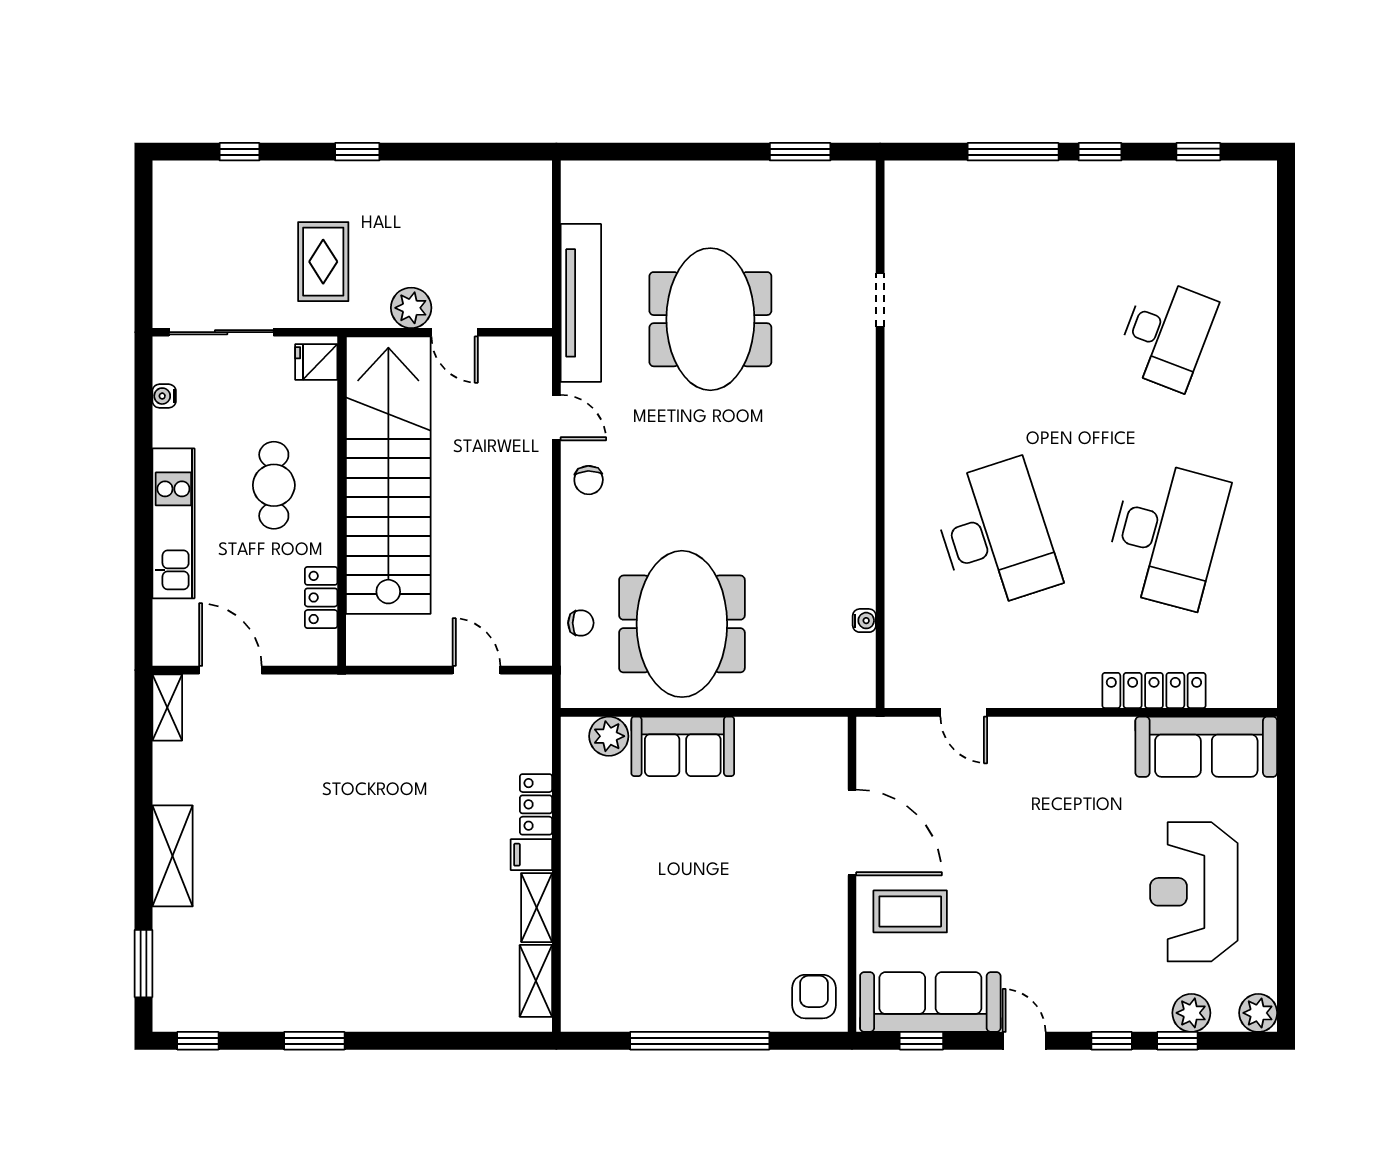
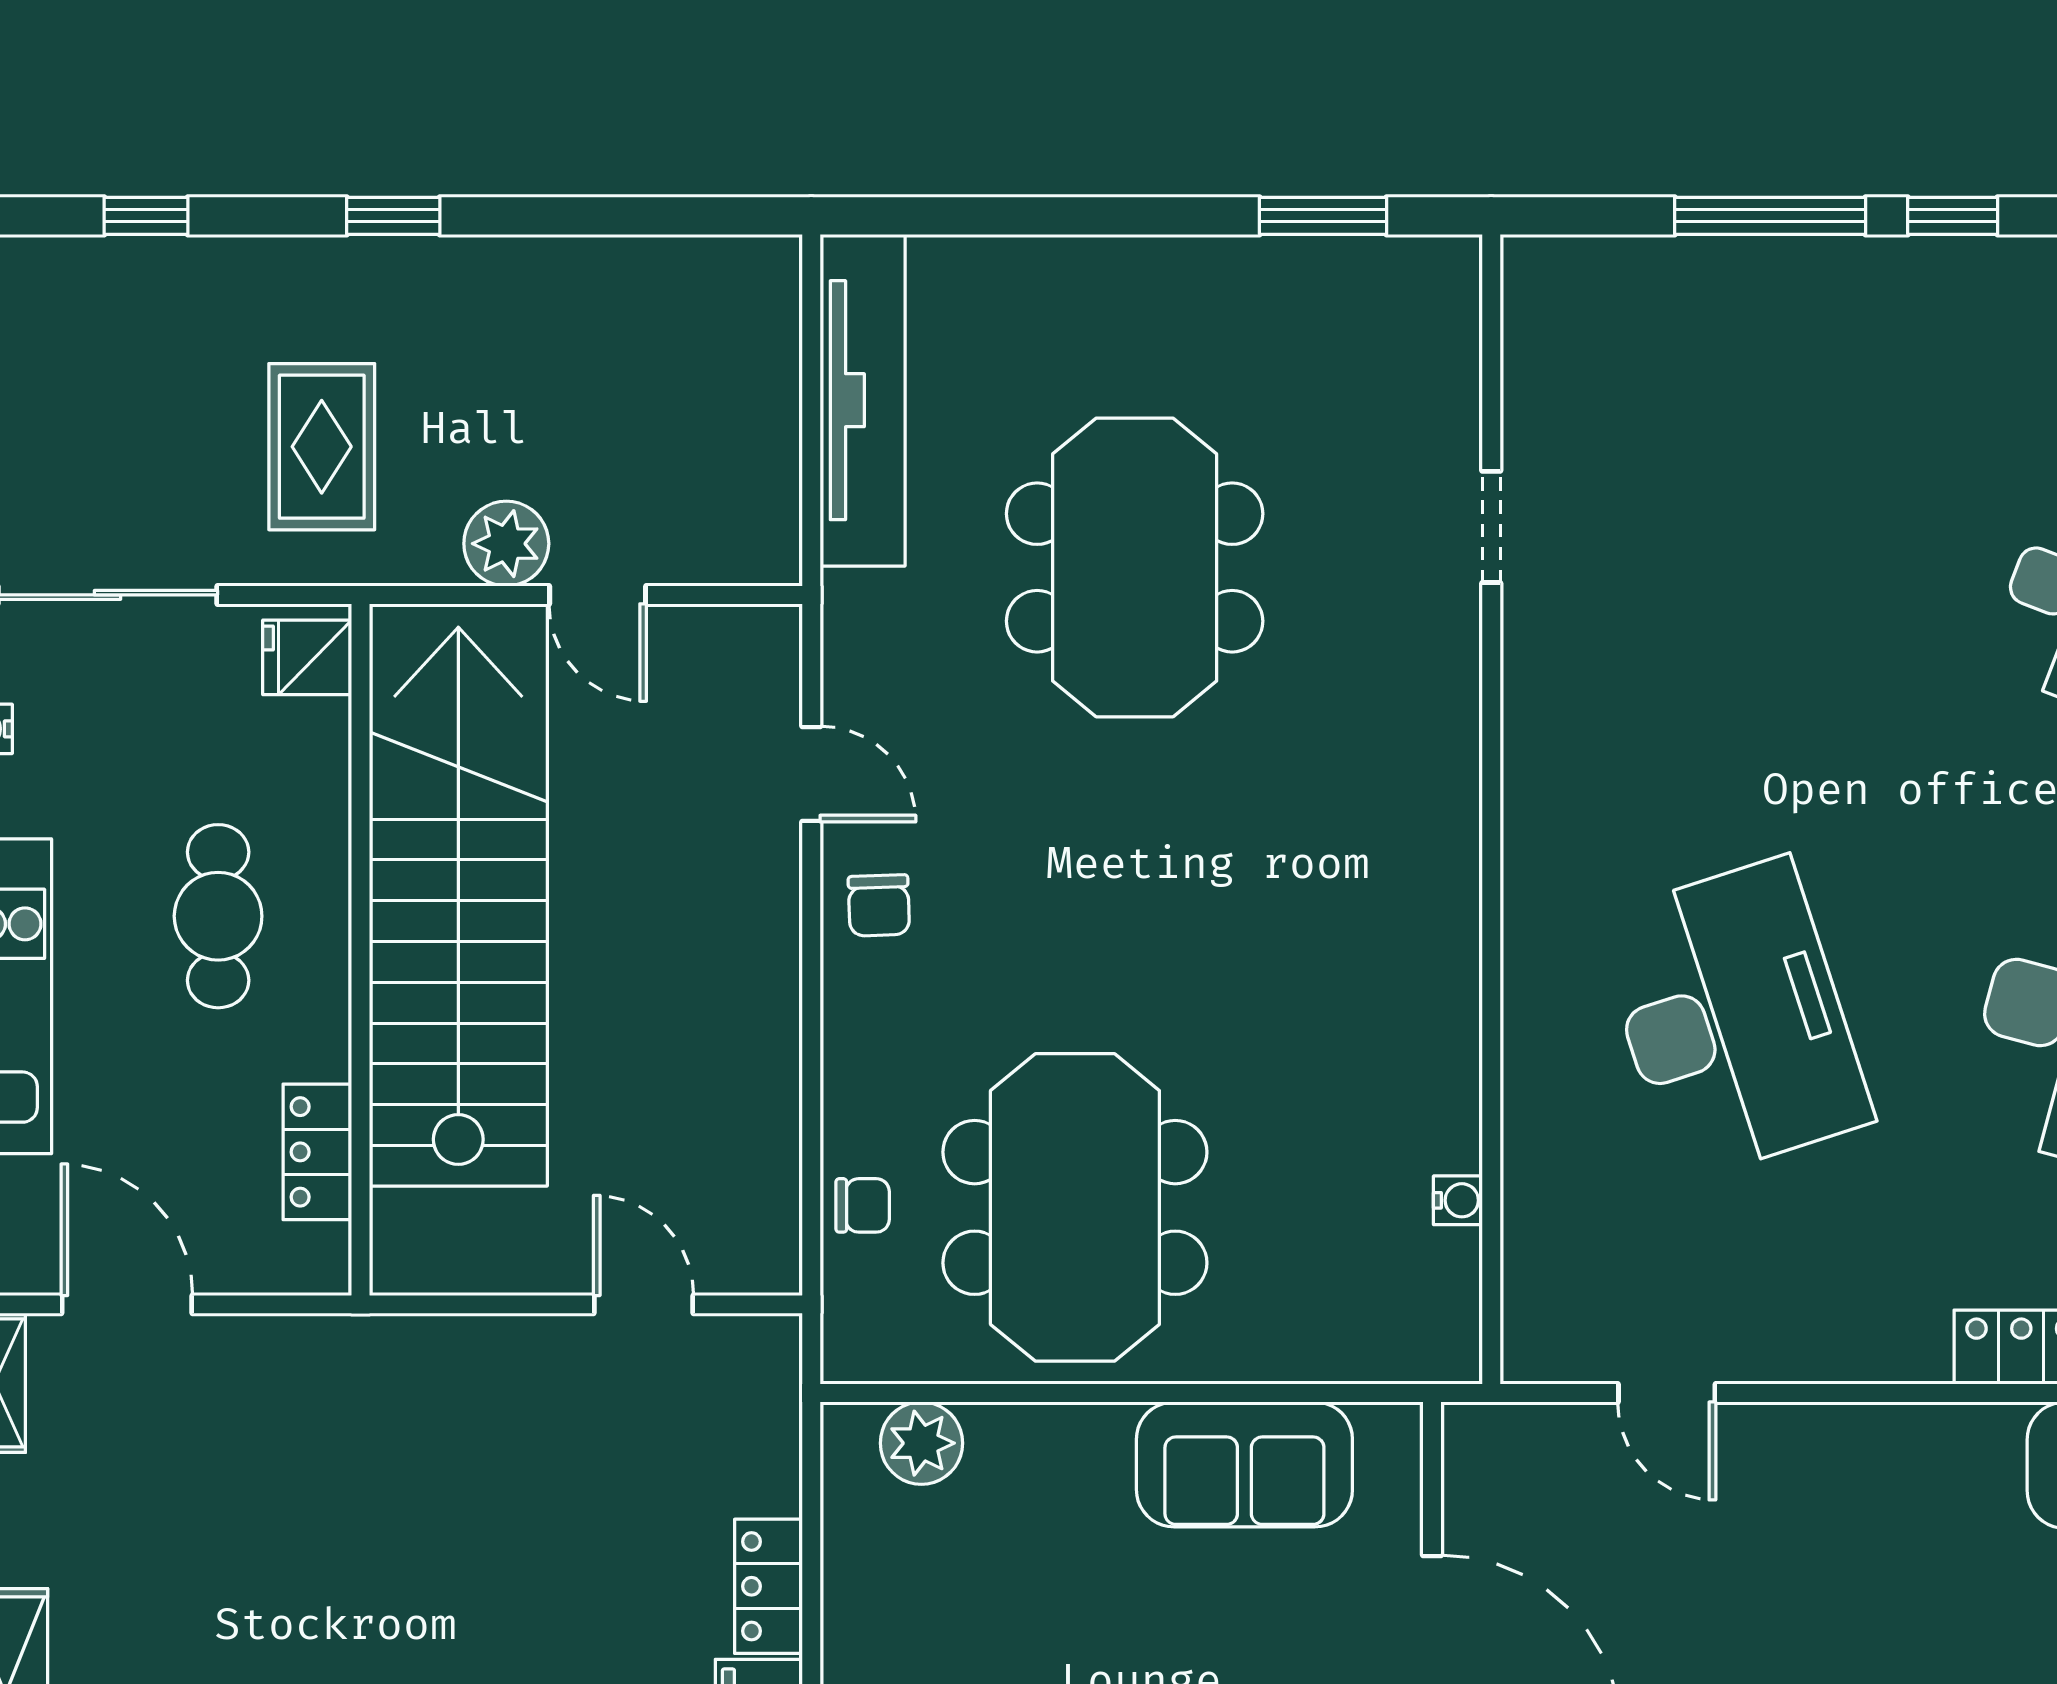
tv unit: (581, 303) -> (863, 400), moved
sofa: (683, 746) -> (1244, 1464), moved

